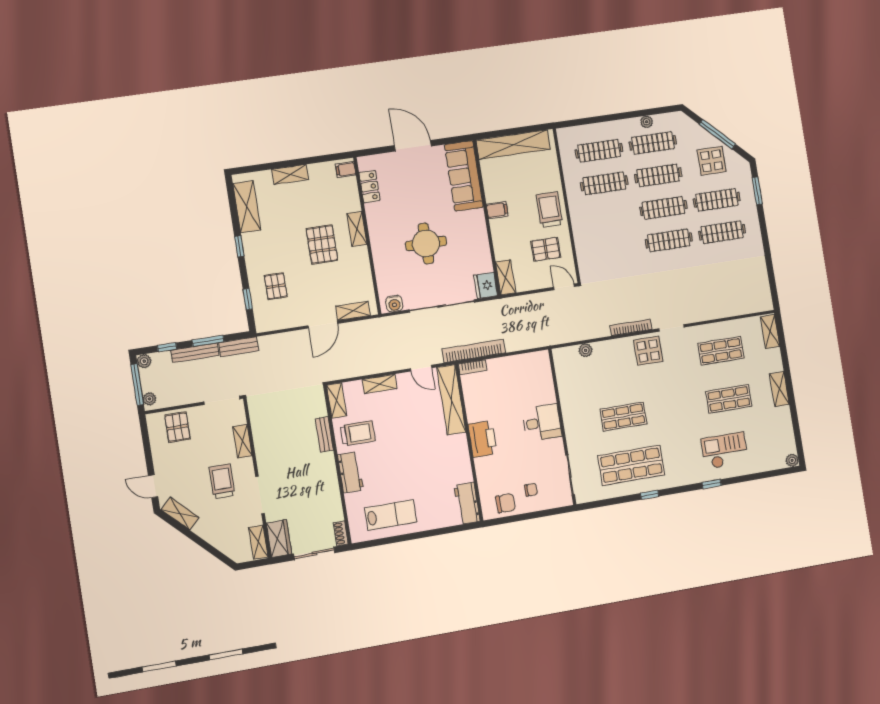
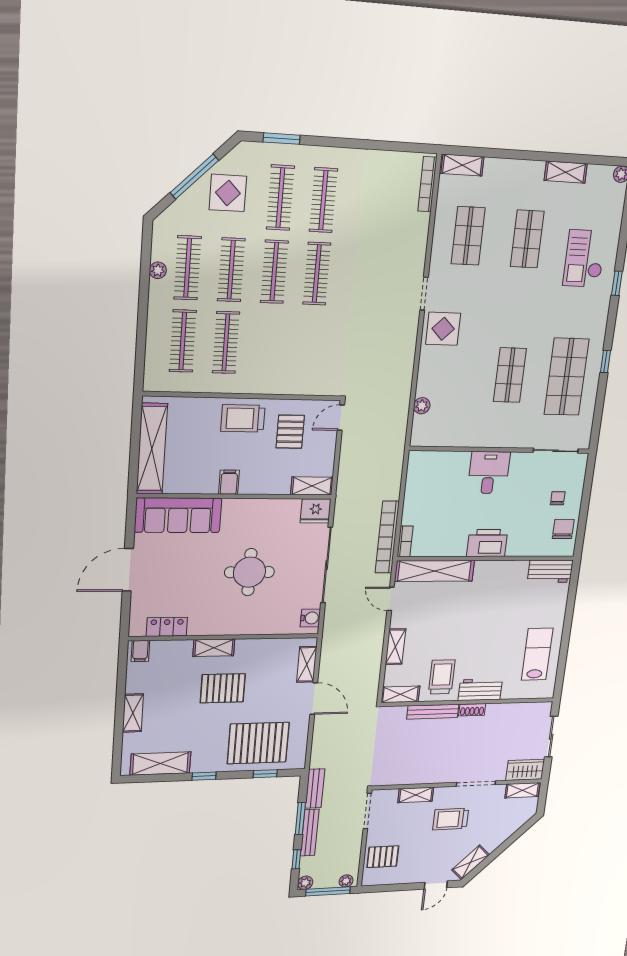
pallet: (276, 286) -> (258, 743), width x2.05, depth x2.00
bookcase: (631, 327) -> (427, 184), moved
door: (421, 368) -> (391, 599), swing flipped
shelving: (779, 389) -> (566, 172), moved
bench: (324, 434) -> (433, 712), width x1.36
shoe rack: (341, 533) -> (472, 710), moved

